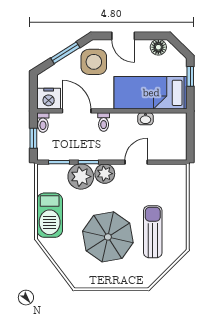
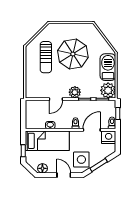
door: (77, 111) -> (92, 130), swing flipped
plant: (81, 177) -> (108, 90), moved

